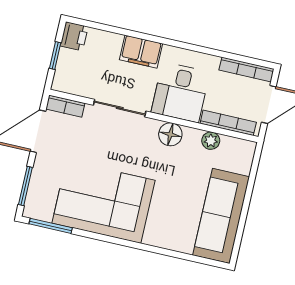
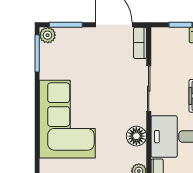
corner sofa: (104, 202) -> (67, 119), moved
plant: (33, 209) -> (48, 35), added

